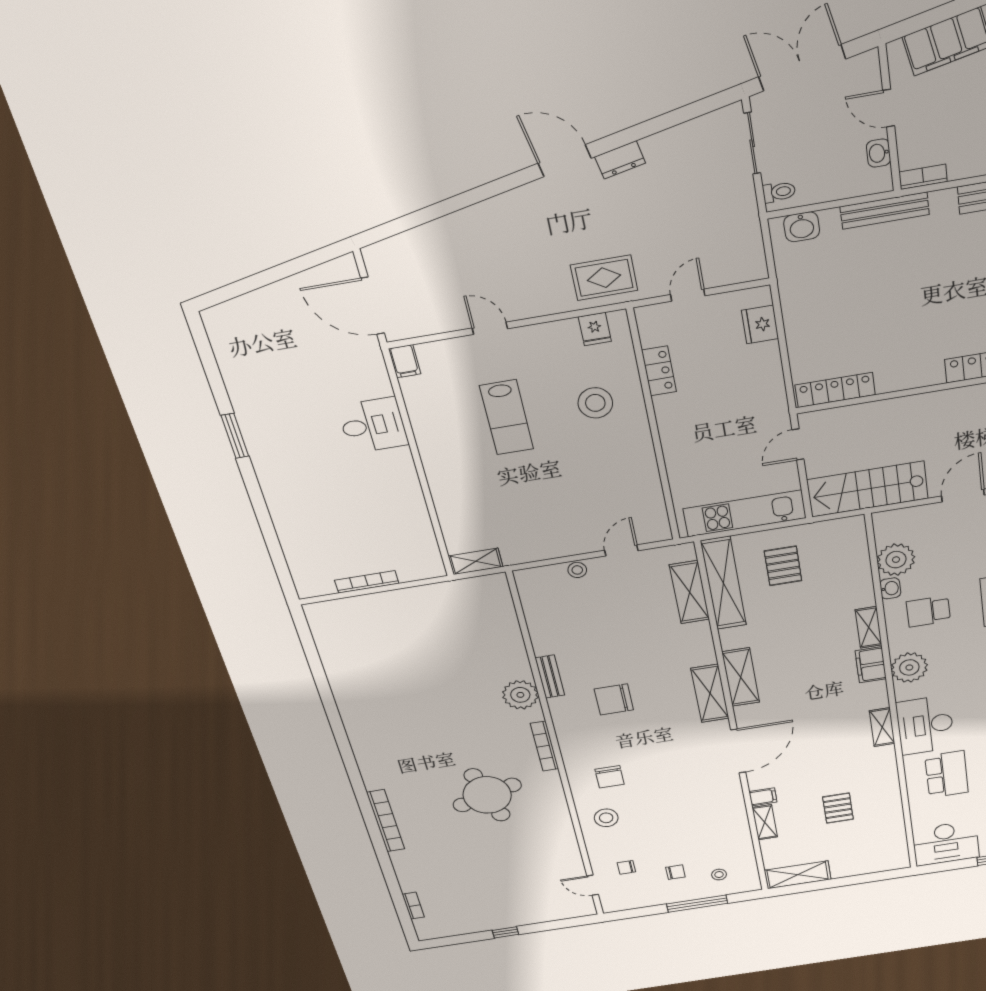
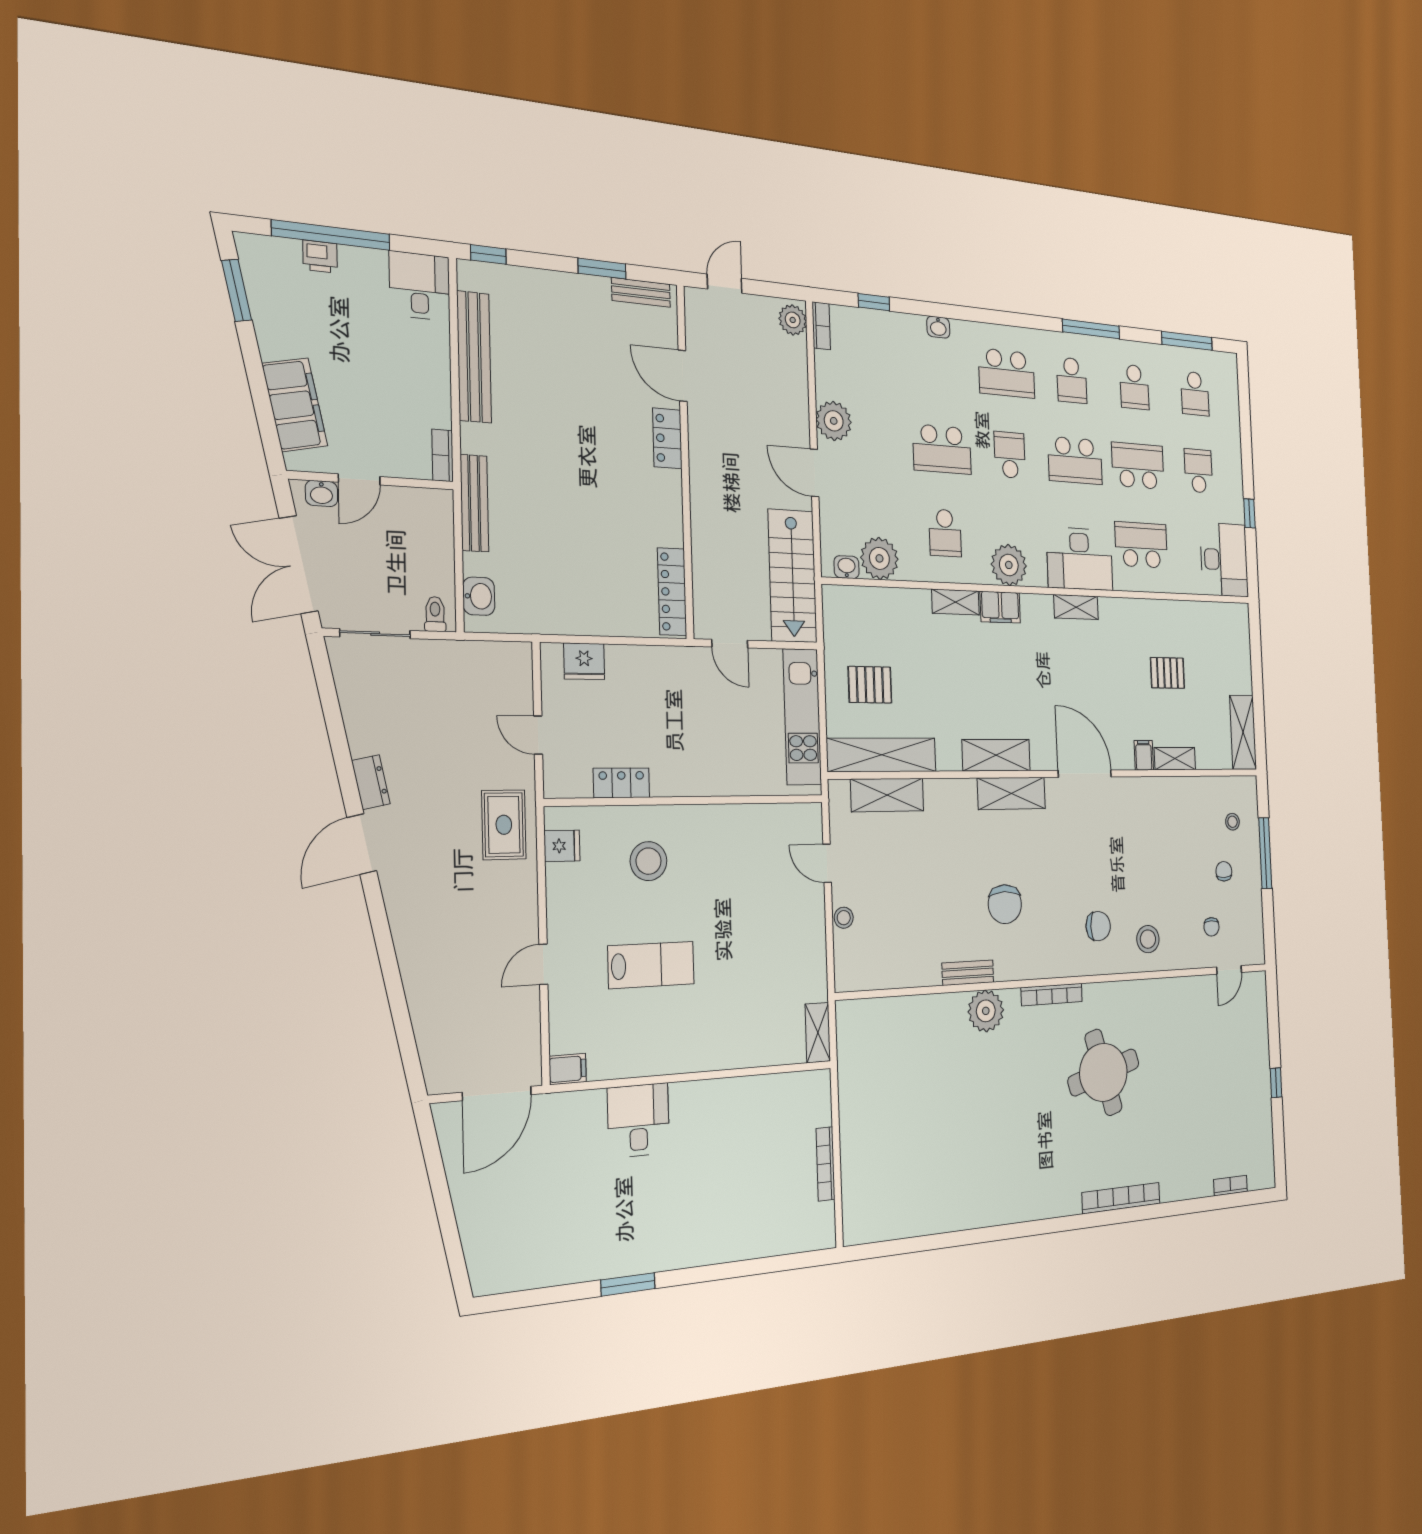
washbasin: (879, 153) -> (321, 493), moved
washbasin: (890, 588) -> (847, 567), moved

